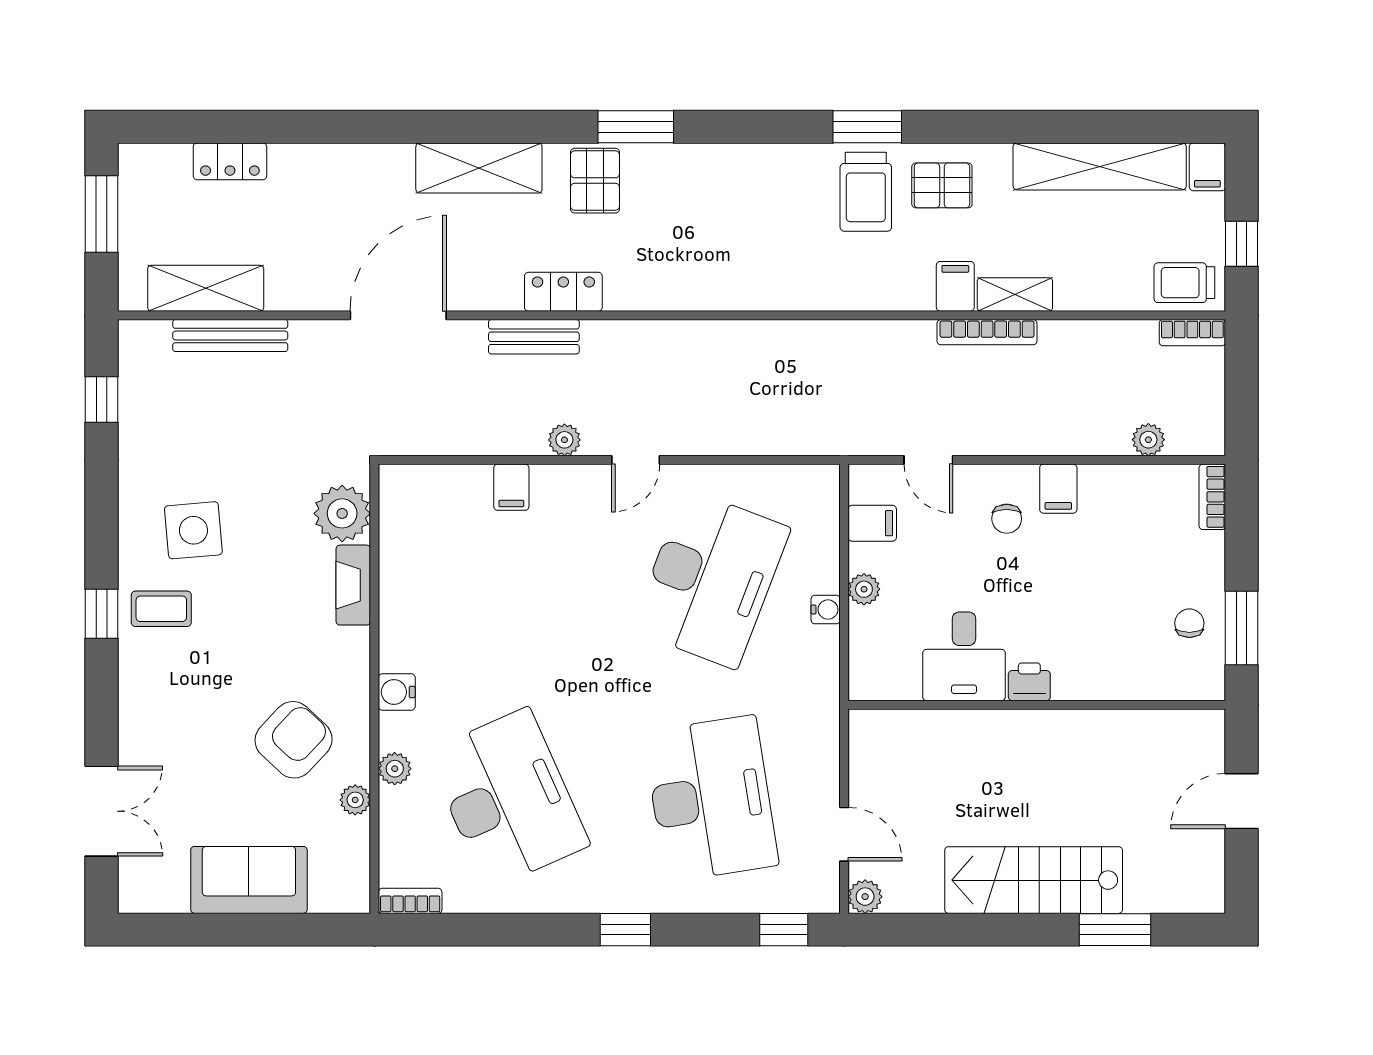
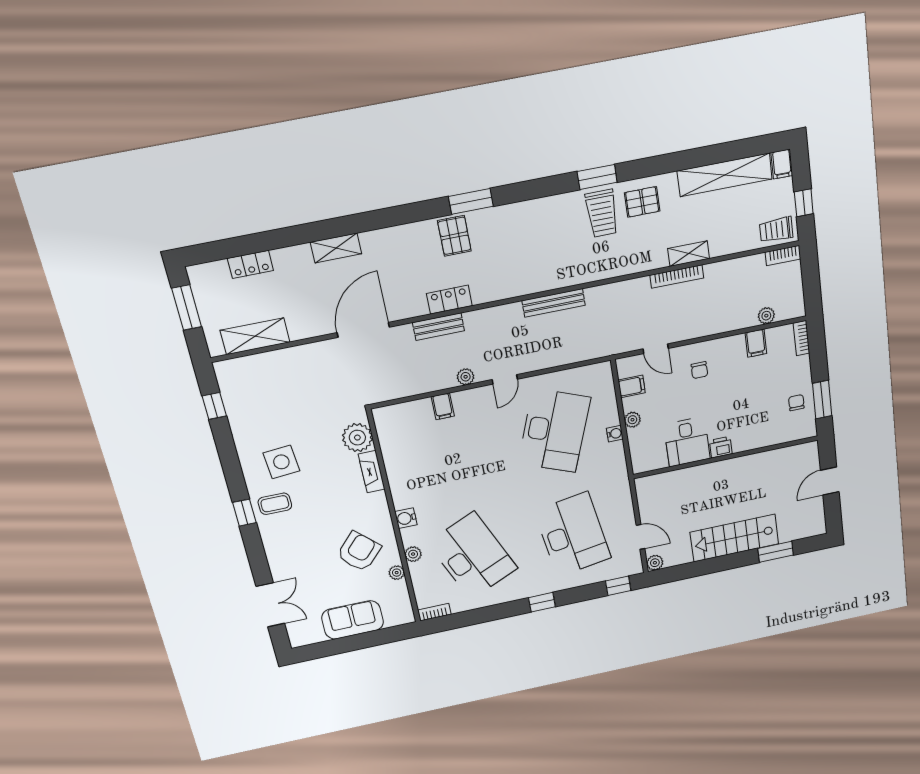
shelving: (479, 168) -> (336, 248), moved, width x0.67, depth x0.75
filing cabinet: (955, 286) -> (657, 255), removed
bench: (230, 336) -> (554, 303), moved
filing cabinet: (1058, 489) -> (756, 343), moved

